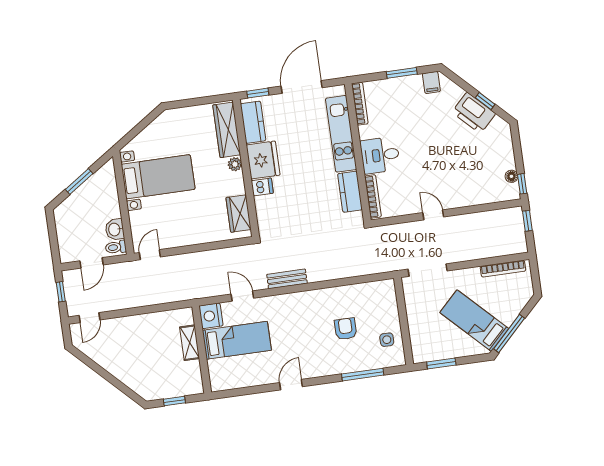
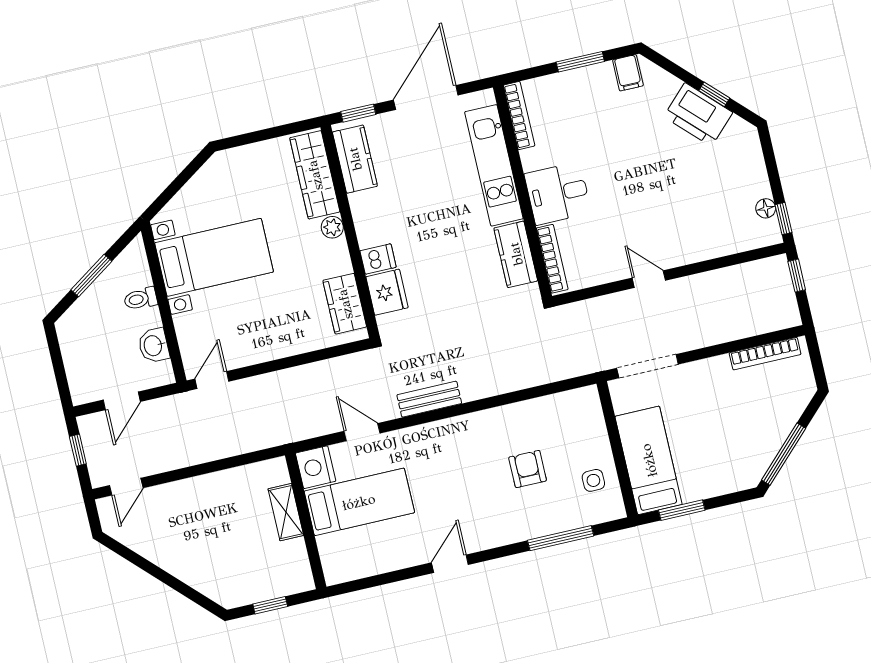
fridge: (263, 160) -> (387, 292), moved, width x0.73, depth x0.75
toilet: (116, 247) -> (141, 299), moved
bed: (474, 321) -> (649, 460), moved, turned 45

